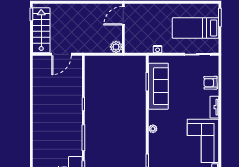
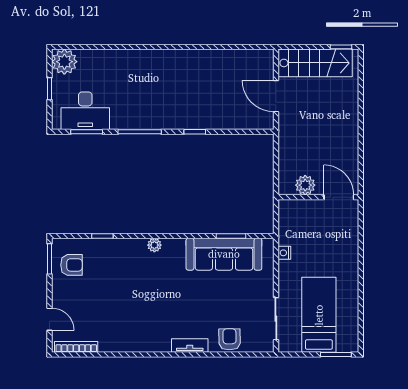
plant: (116, 47) -> (305, 185), moved
corner sofa: (203, 141) -> (135, 327), removed

